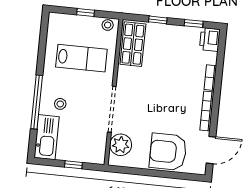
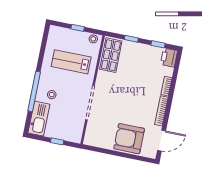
lab bench: (81, 58) -> (71, 62), turned 180
plant: (121, 145) -> (94, 130), removed

